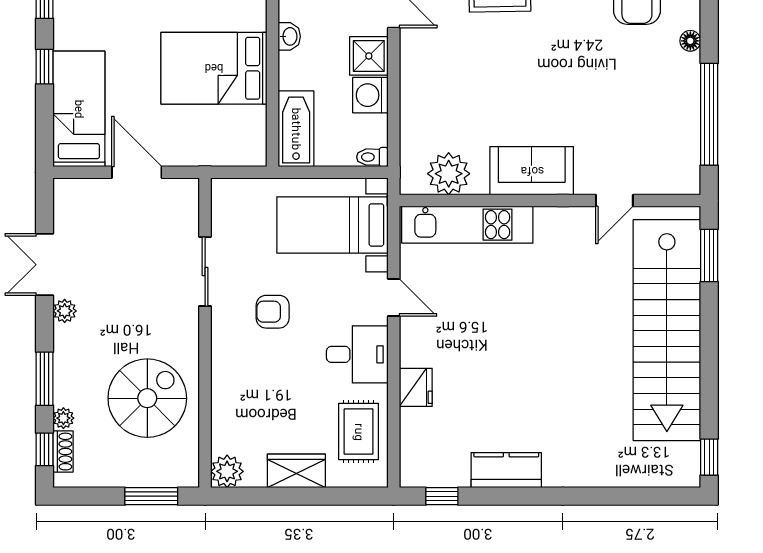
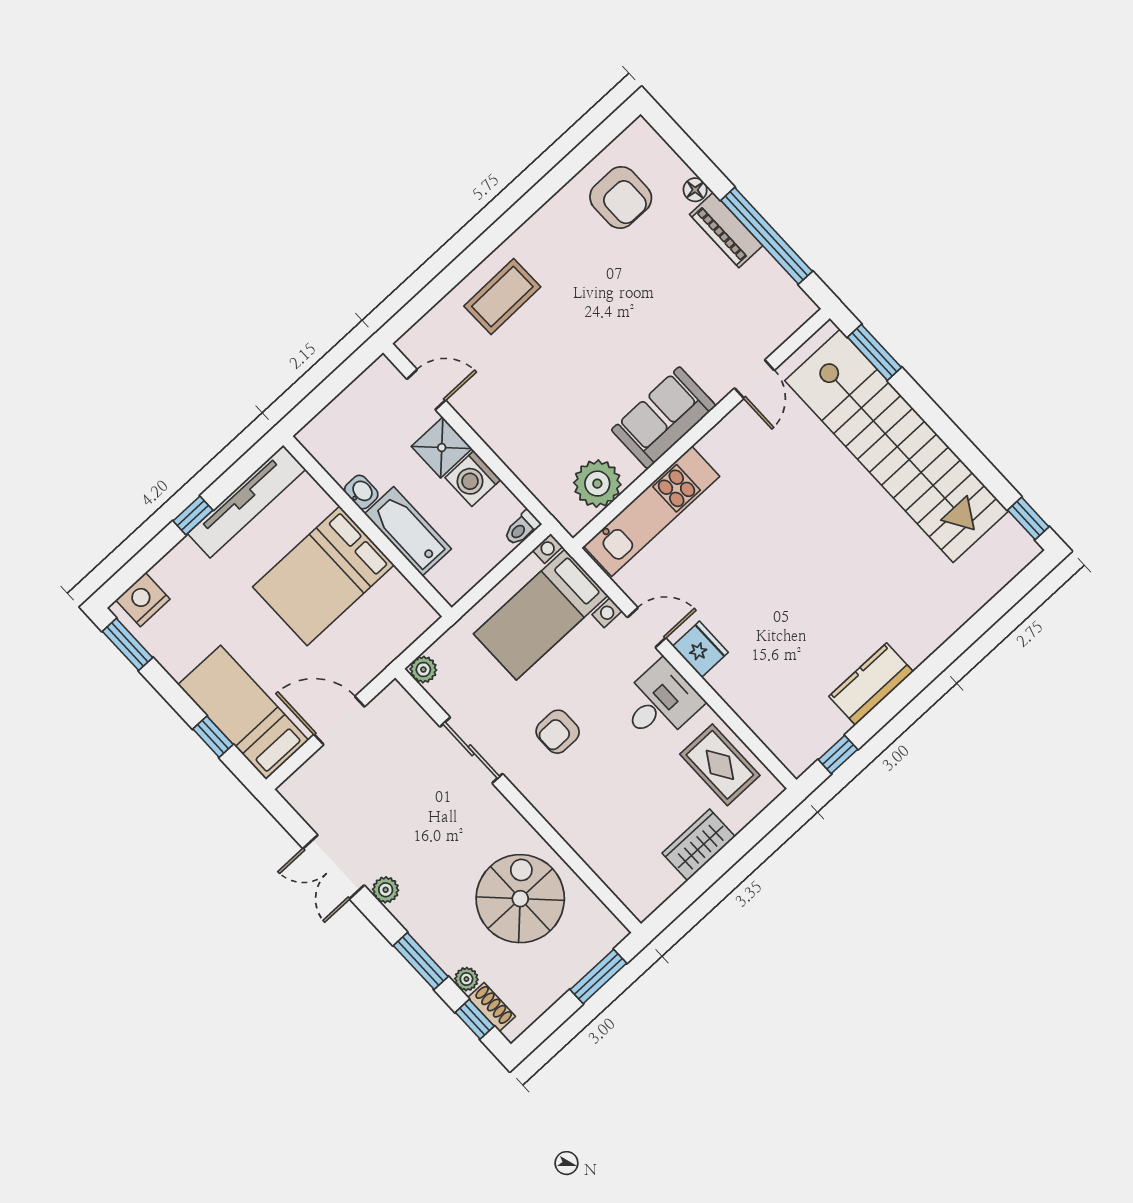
window: (44, 67) -> (213, 737), moved
piano: (686, 86) -> (726, 230), added
bathtub: (296, 129) -> (408, 531), moved
fridge: (416, 387) -> (700, 649), moved
plant: (227, 471) -> (423, 670), moved, width x0.73, depth x0.73

